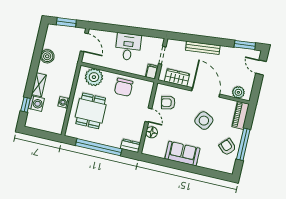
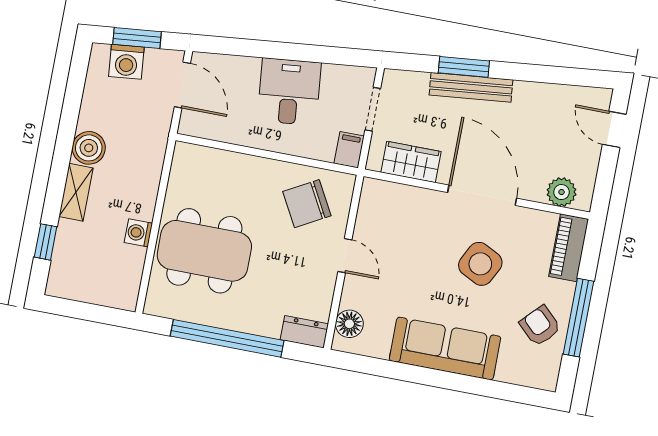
window: (245, 45) -> (464, 67), moved
boiler: (47, 56) -> (89, 148), moved
plant: (94, 77) -> (209, 168), removed
chair: (124, 87) -> (307, 204), moved, turned 61
washing machine: (36, 103) -> (126, 62), moved, turned 84
armchair: (168, 103) -> (392, 224), removed
dining table: (91, 111) -> (204, 251), width x1.38
floor lamp: (152, 132) -> (349, 324), moved
sofa: (182, 154) -> (445, 349), width x1.36

